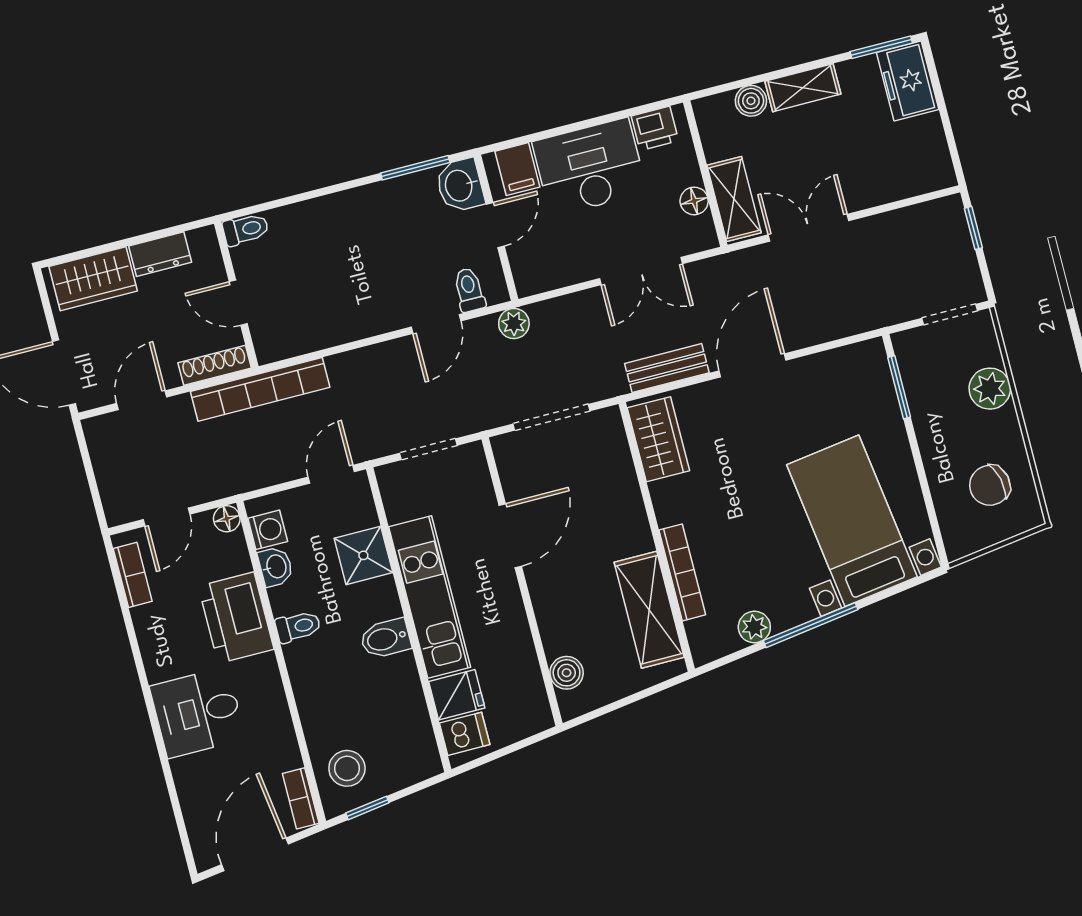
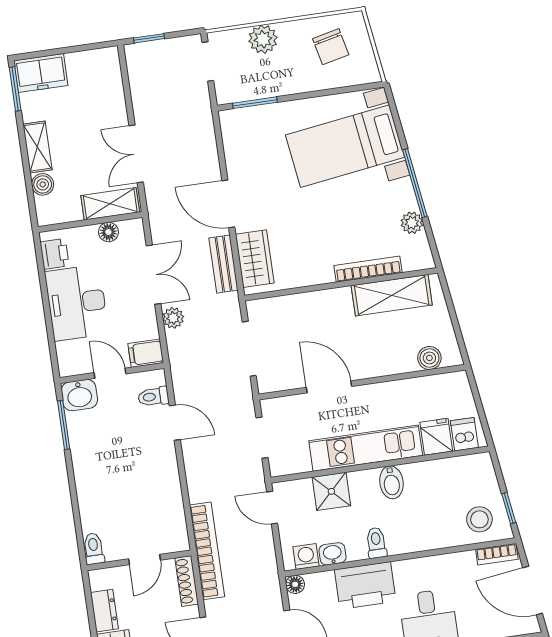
filing cabinet: (517, 169) -> (146, 353), moved, turned 180
plant: (514, 323) -> (173, 318), moved
wardrobe: (658, 439) -> (255, 259), moved, turned 90

